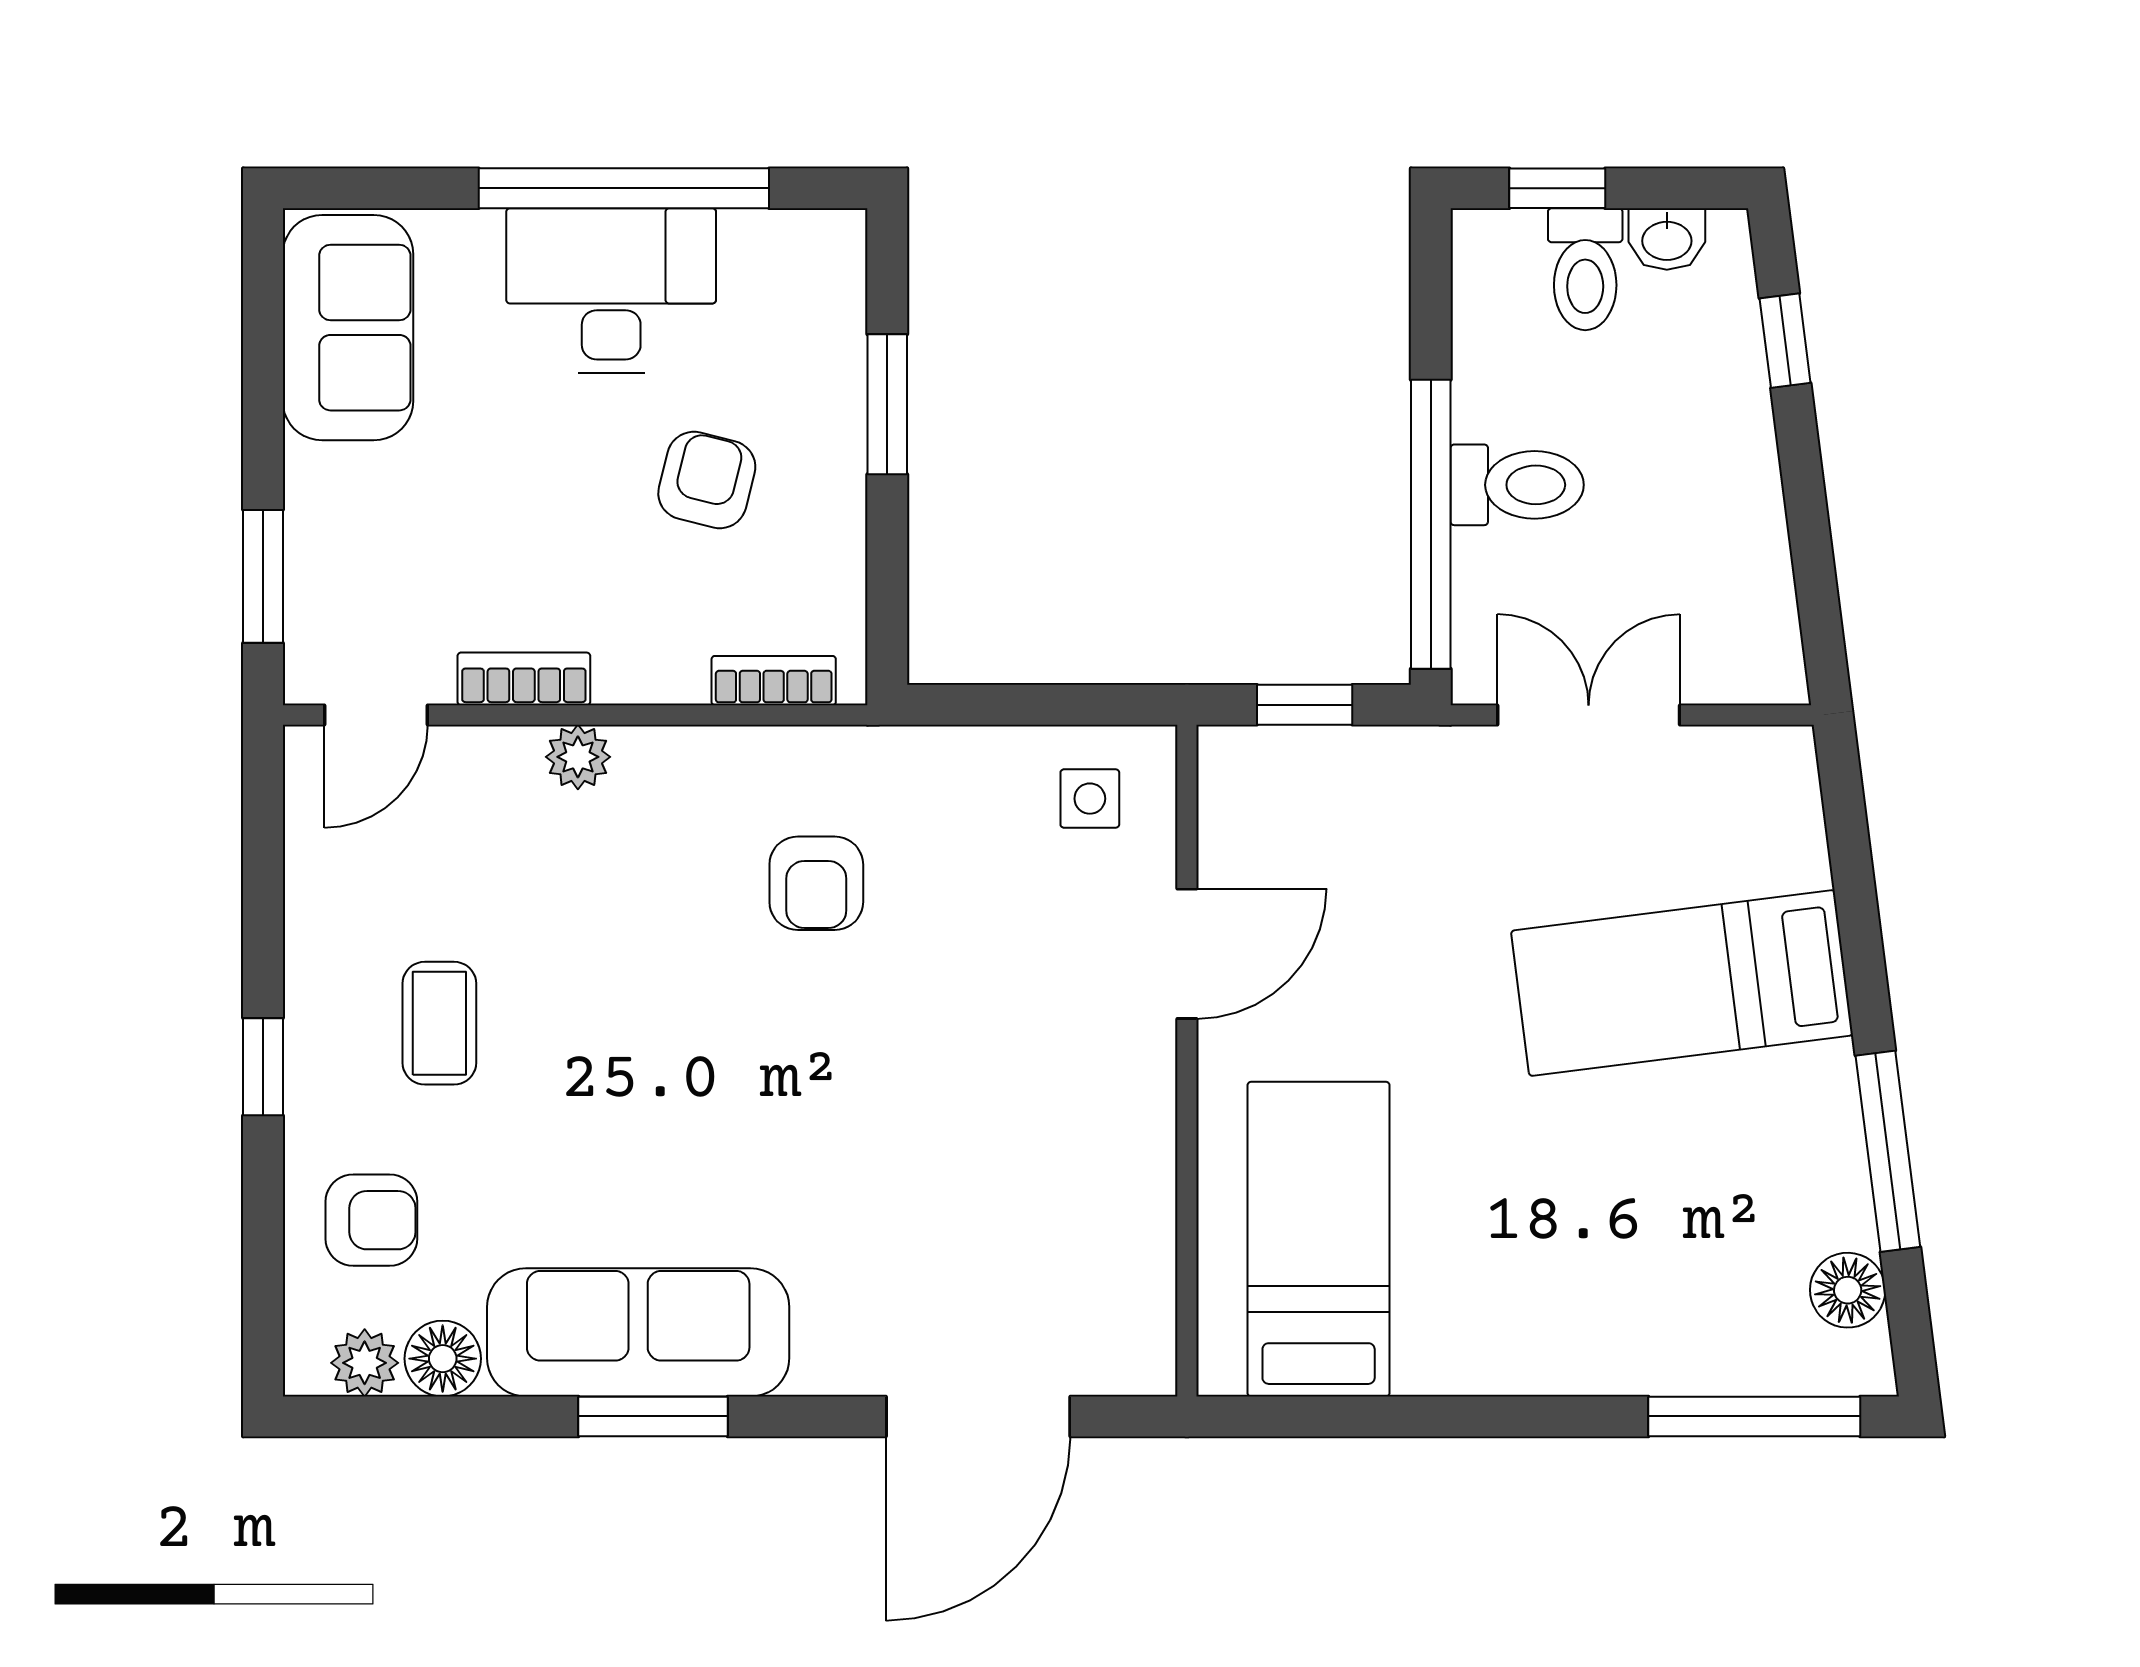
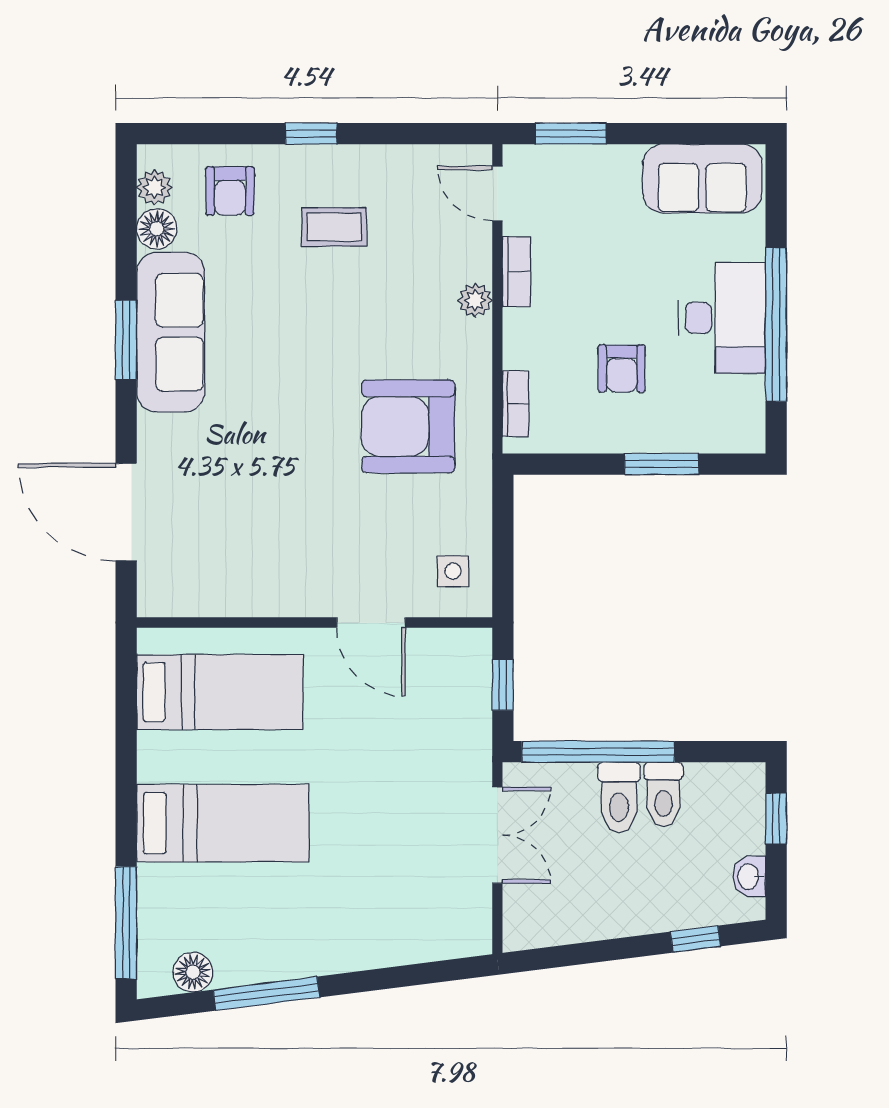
toilet: (1585, 269) -> (663, 794), moved, turned -90
armchair: (707, 480) -> (622, 368), turned 76
armchair: (816, 883) -> (408, 426), width x1.88, depth x1.88
bed: (1682, 983) -> (223, 823), moved, turned 97

